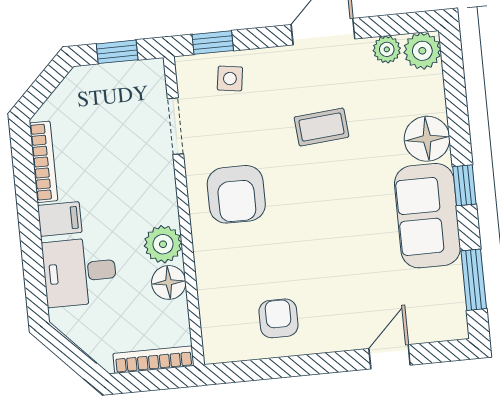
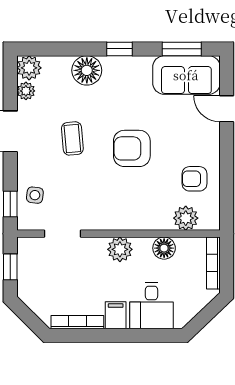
armchair: (236, 194) -> (132, 148), moved, turned 180
sofa: (427, 216) -> (186, 75), moved
plant: (163, 244) -> (120, 249), moved
plant: (217, 311) -> (186, 218), added

